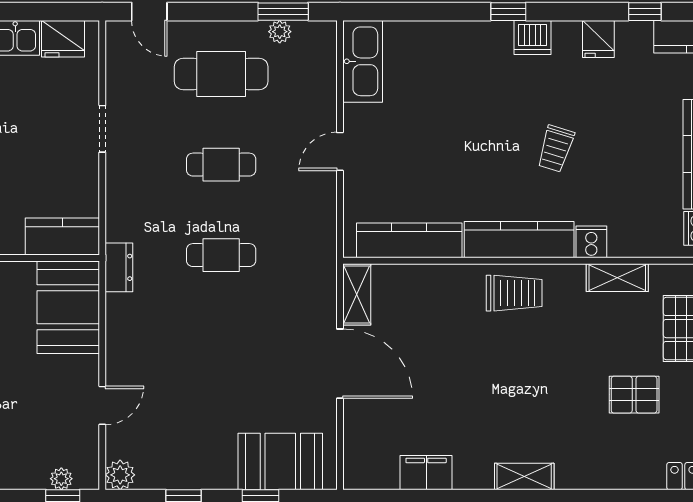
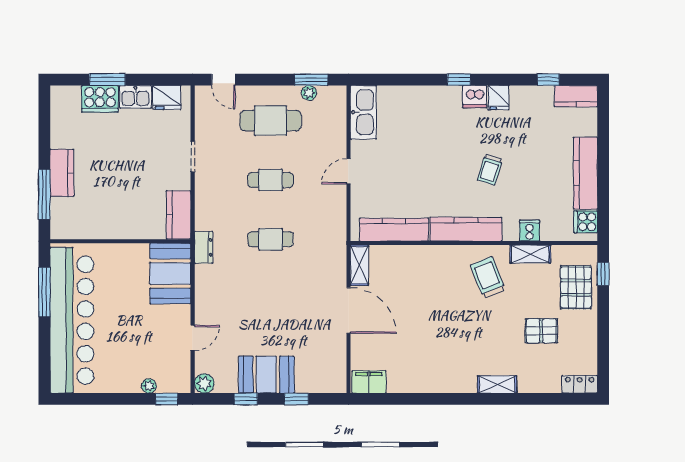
fridge: (598, 39) -> (499, 98), moved
kitchen counter: (62, 237) -> (179, 215), moved, turned -90
cooker: (591, 242) -> (530, 231), moved
trolley: (514, 293) -> (488, 278), moved, turned -112
booth: (280, 461) -> (266, 375), moved
filing cabinet: (426, 473) -> (369, 382), moved
shelving: (524, 476) -> (497, 384), moved
plant: (61, 479) -> (149, 386), moved

